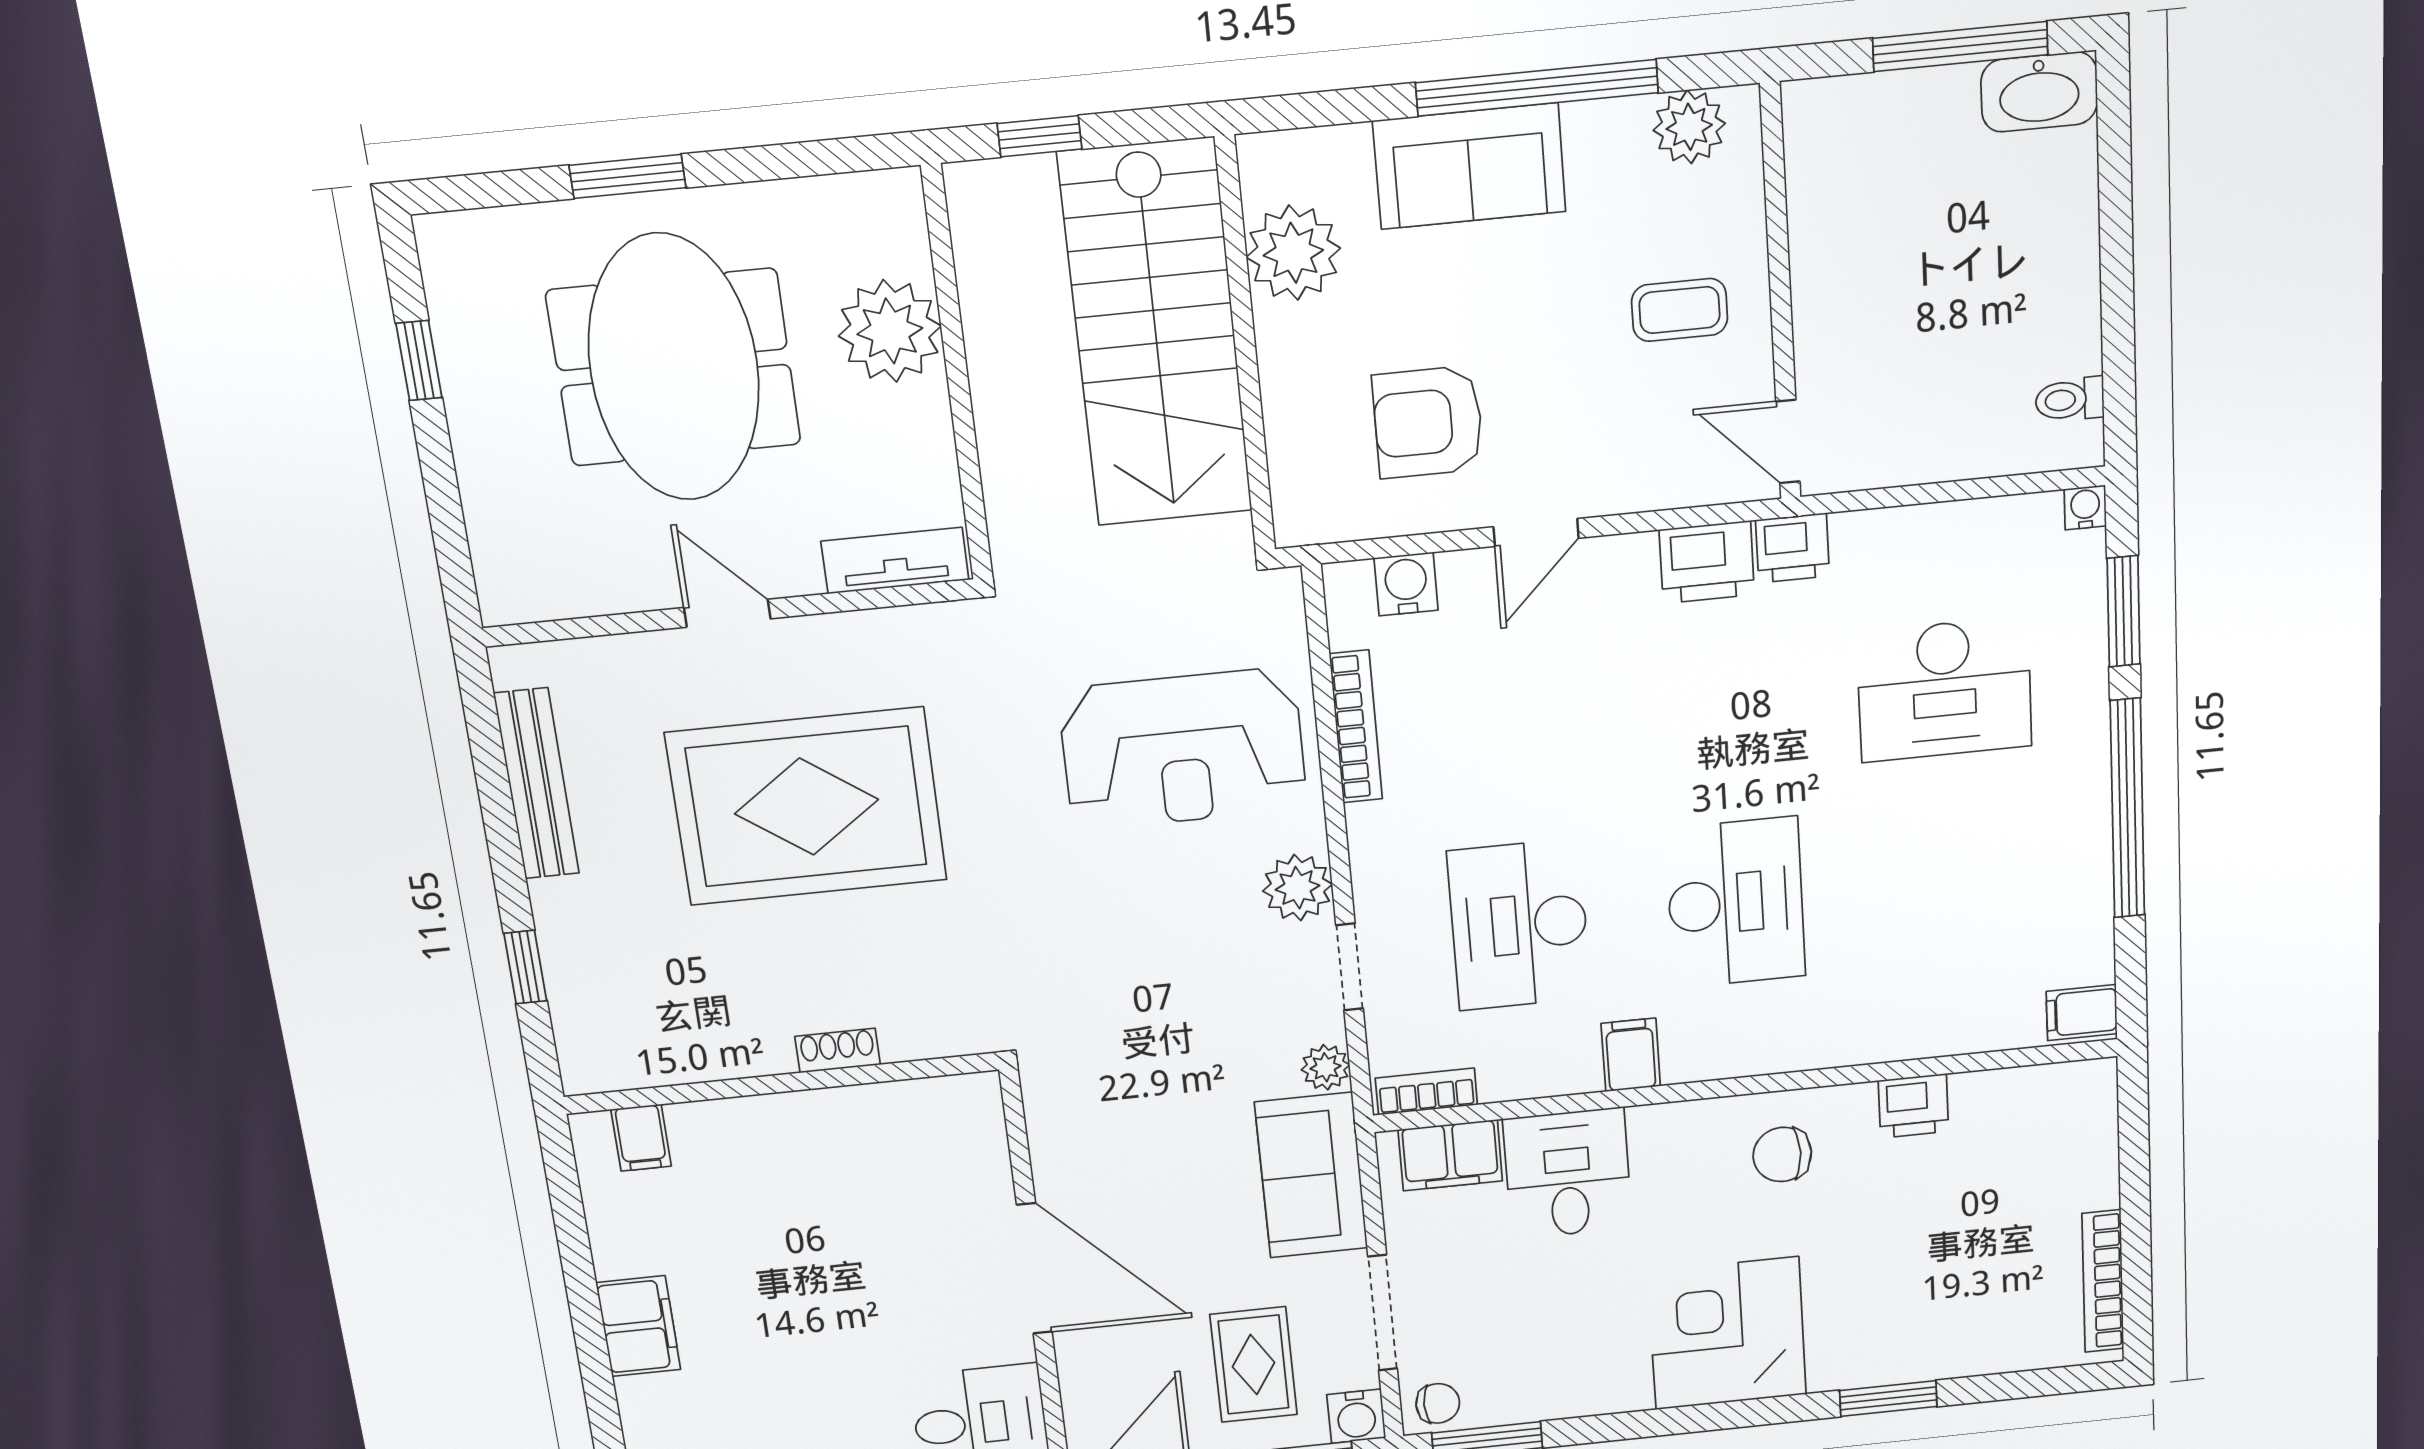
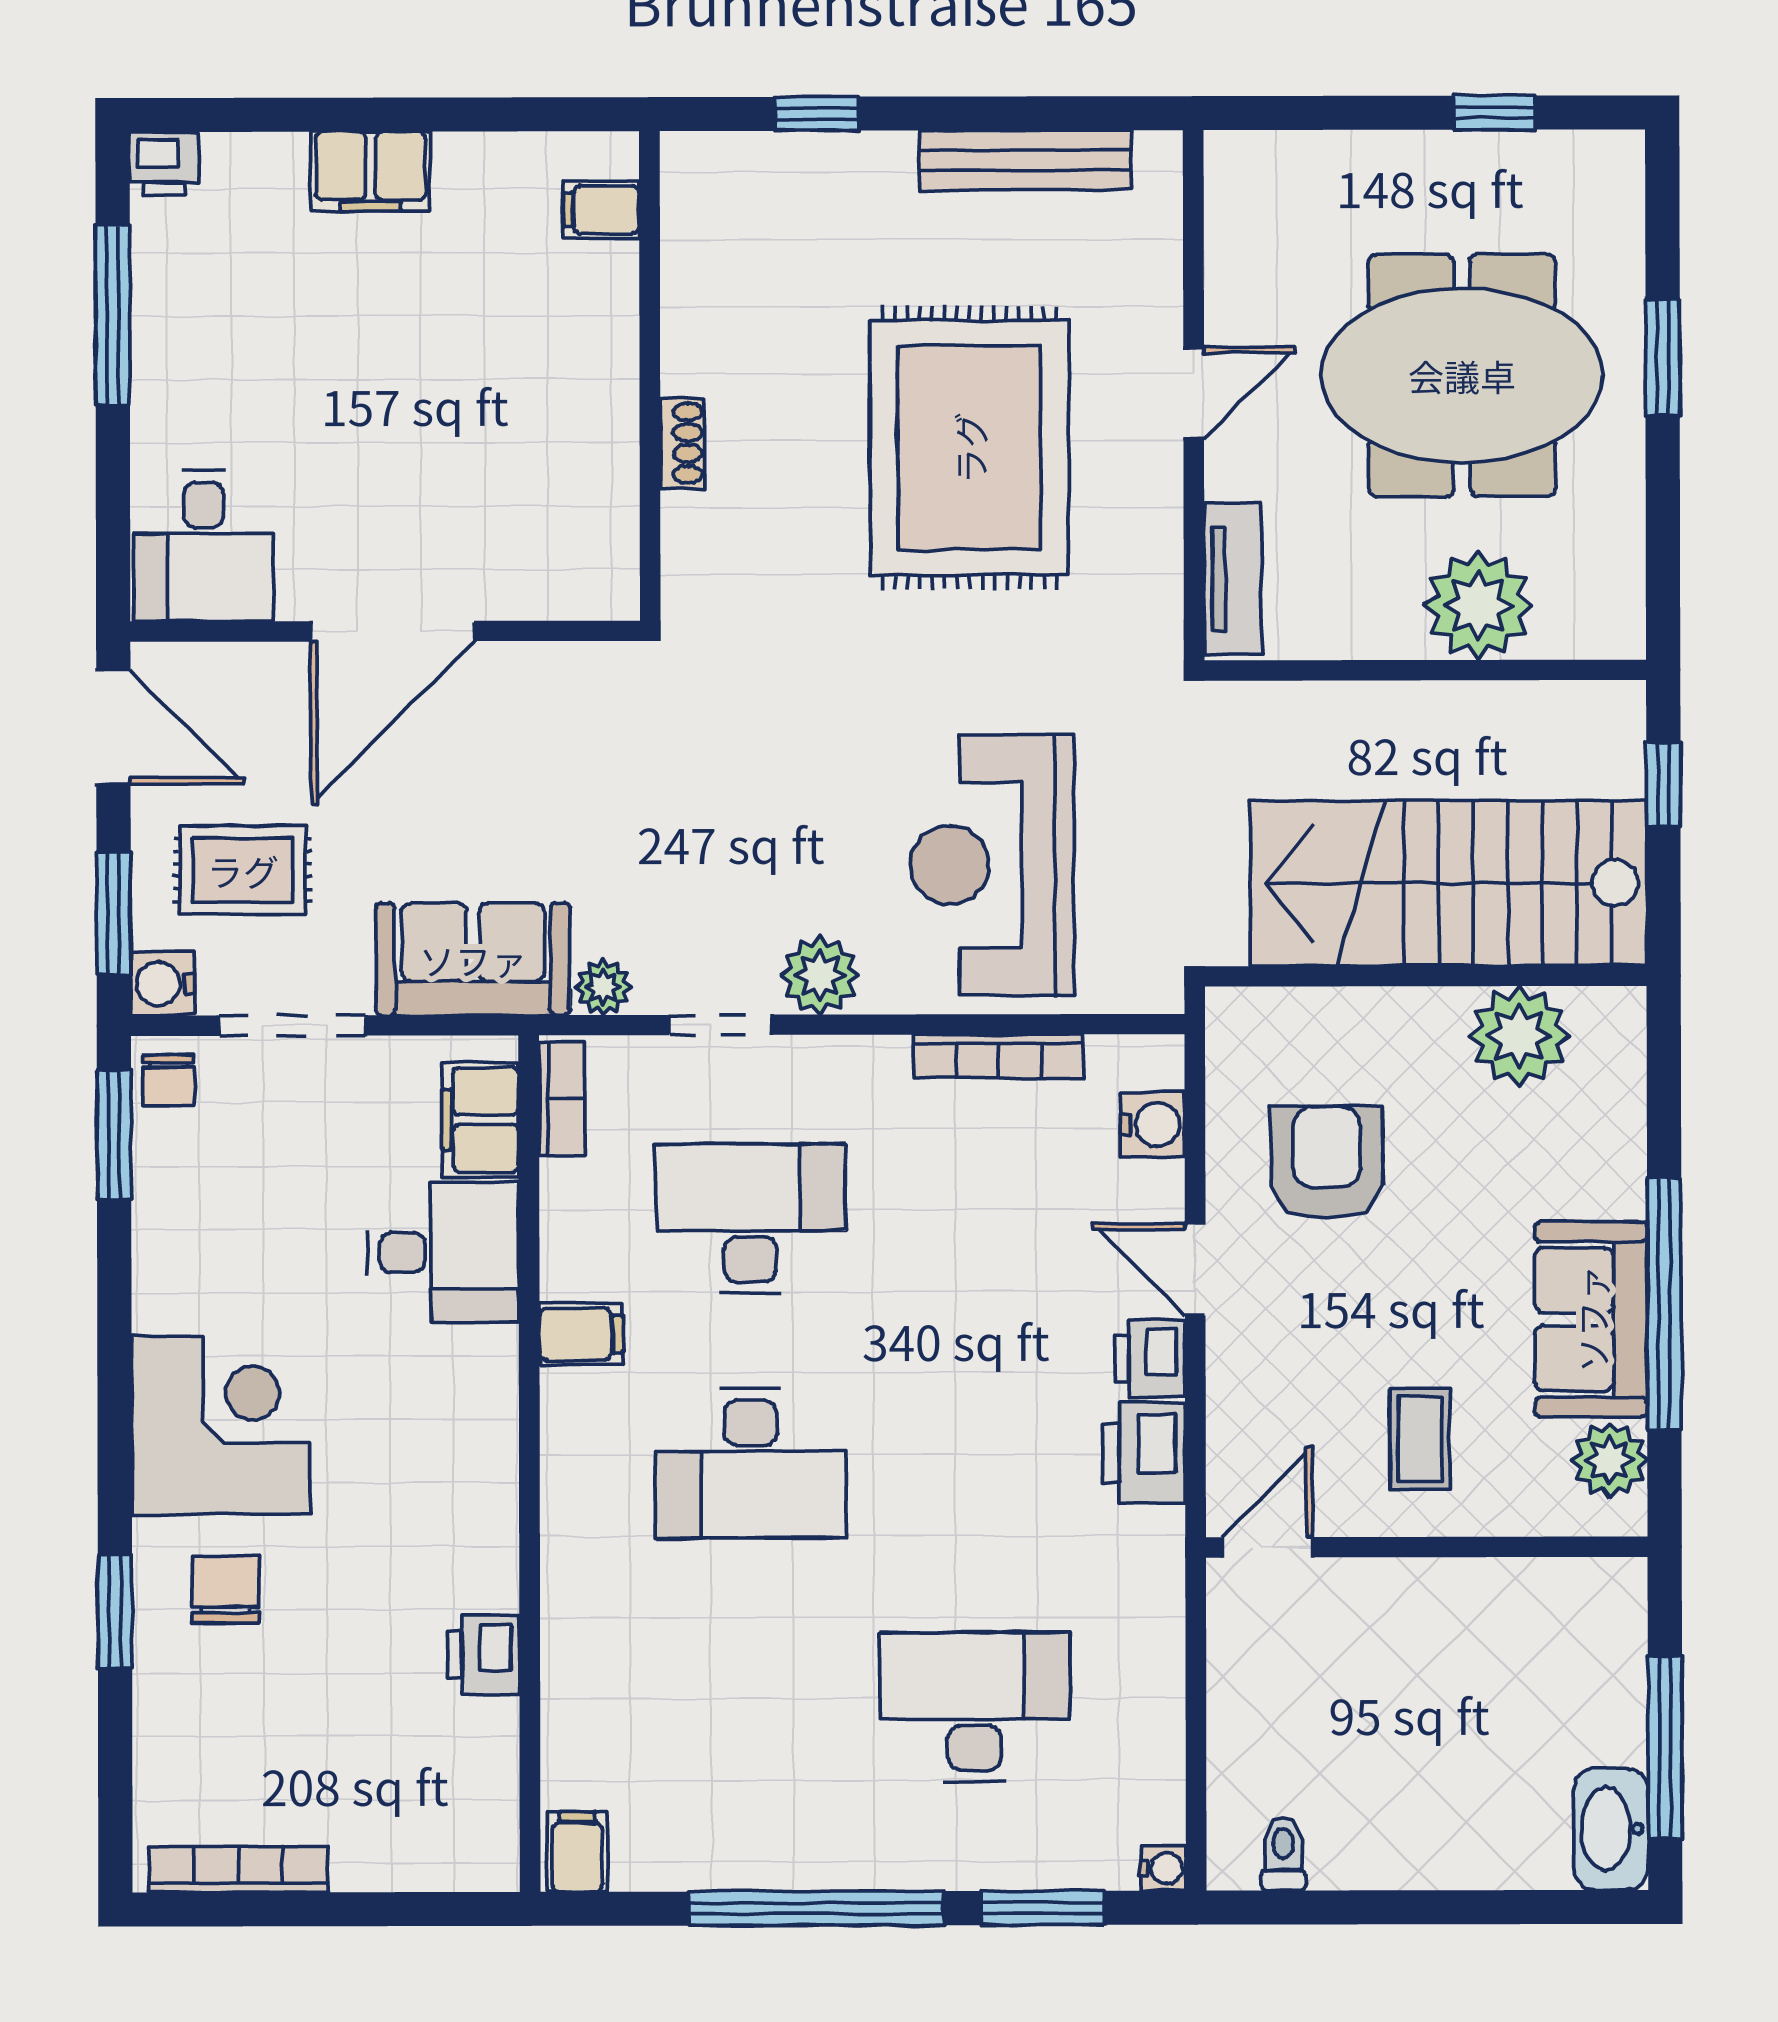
sofa: (1469, 166) -> (1591, 1319), moved
printer: (1793, 548) -> (1150, 1358), moved
desk: (1944, 689) -> (975, 1707), turned 90
chair: (1782, 1154) -> (226, 1589), moved

